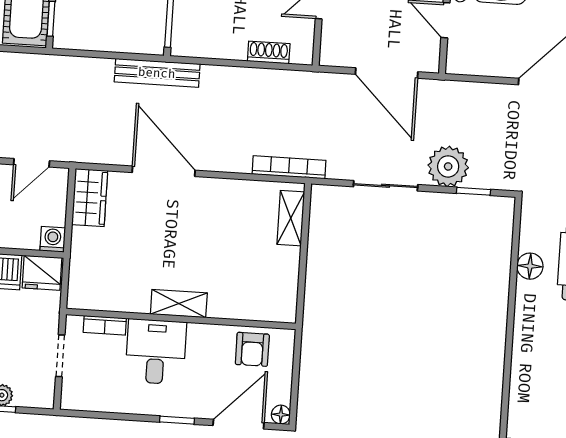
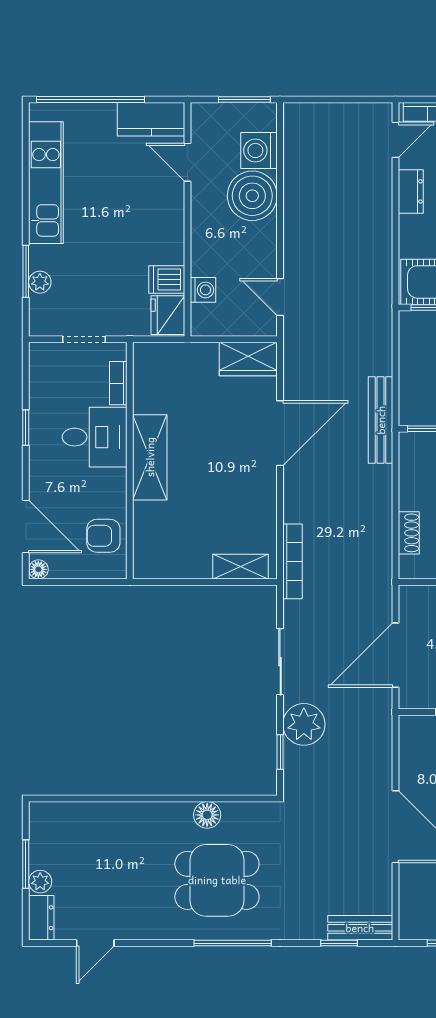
washing machine: (53, 239) -> (203, 290), moved
shelving: (179, 303) -> (150, 457), width x1.50, depth x1.33
window: (177, 420) -> (26, 428), moved

